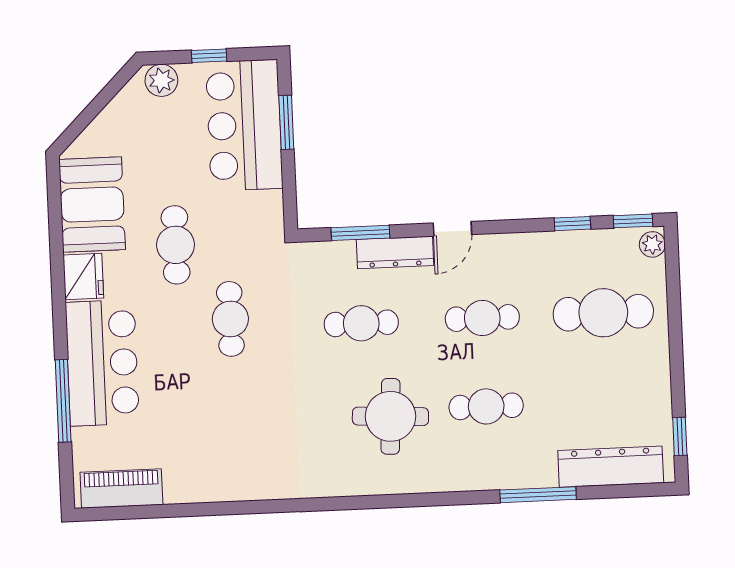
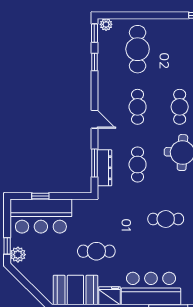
window: (209, 56) -> (7, 246), moved
window: (286, 122) -> (40, 196), width x0.67
dresser: (395, 252) -> (105, 168), moved
cafe table: (230, 319) -> (166, 219), moved

